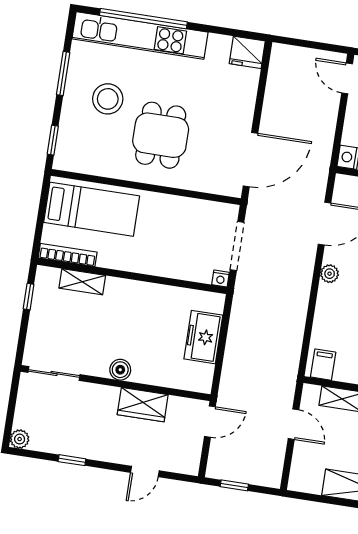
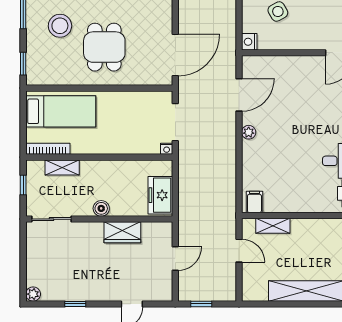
boiler: (120, 370) -> (101, 208), moved
sliding door: (54, 373) -> (51, 219), moved
wall: (116, 383) -> (99, 219), moved
wardrobe: (143, 405) -> (122, 232), moved

